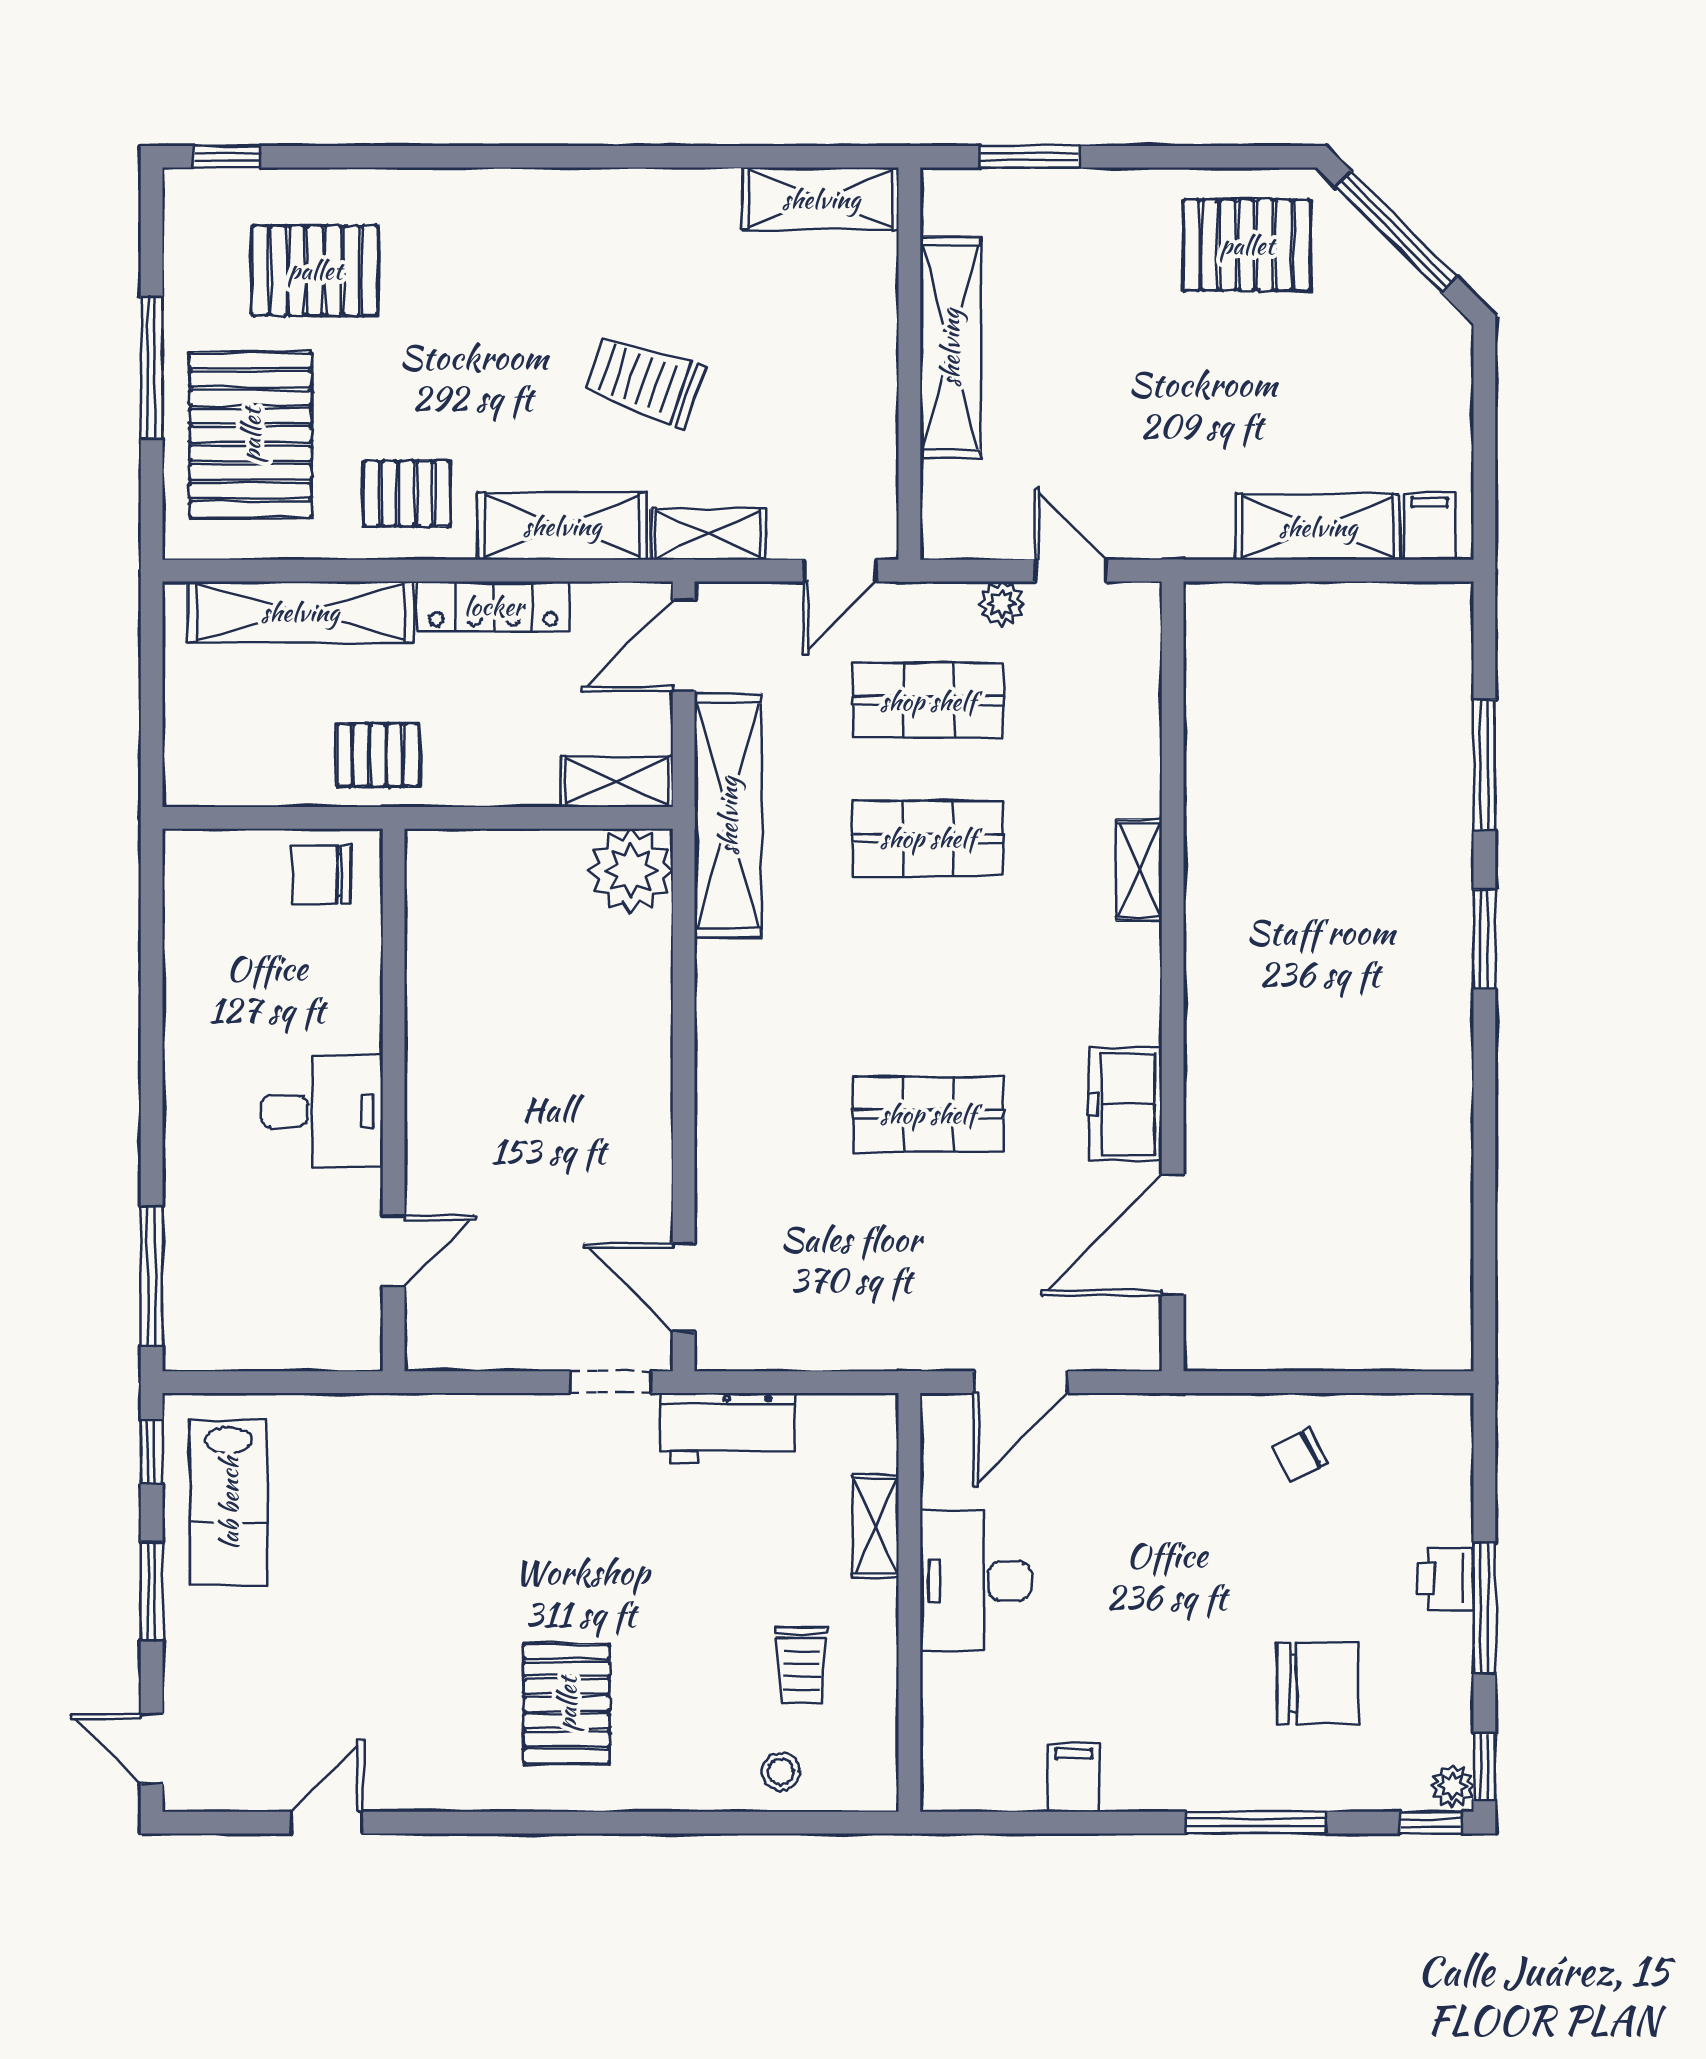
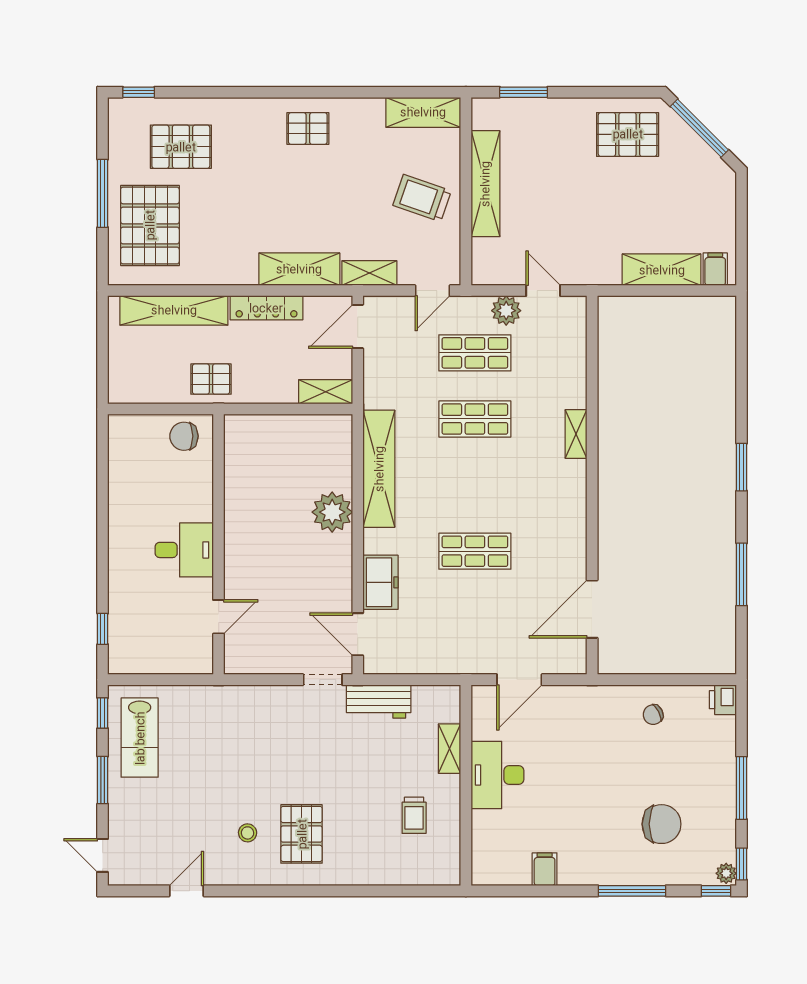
trolley: (645, 381) -> (422, 198), moved
pallet: (407, 493) -> (308, 129), moved
plant: (1002, 604) -> (506, 311), width x1.38, depth x1.38
window: (1484, 765) -> (742, 574), moved
shelving: (728, 816) -> (379, 469), moved
plant: (631, 871) -> (332, 512), moved
freezer: (1125, 1104) -> (380, 582), moved, turned 180
window: (152, 1276) -> (103, 629), width x0.46
printer: (1445, 1578) -> (723, 700), moved
stool: (781, 1771) -> (248, 833), moved

